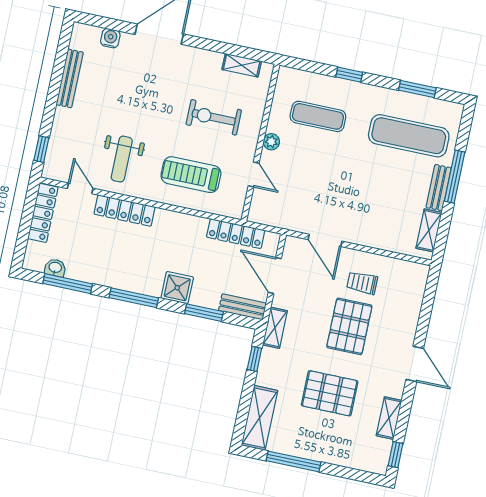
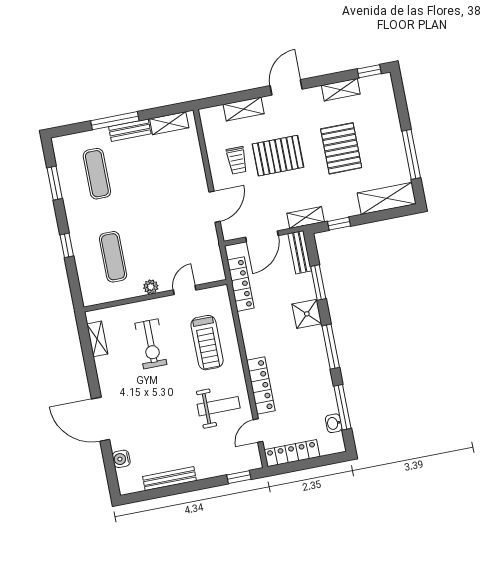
exercise mat: (409, 136) -> (97, 174), width x0.73, depth x0.69
shelving: (411, 312) -> (244, 109), added

